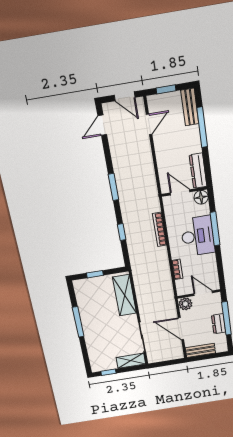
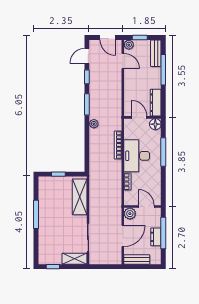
plant: (153, 101) -> (129, 45), added
door: (149, 124) -> (123, 61), hinge flipped
plant: (126, 209) -> (94, 124), added
window: (122, 232) -> (87, 77), moved
desk: (198, 236) -> (137, 156), moved, turned 180
door: (181, 329) -> (123, 236), swing flipped

